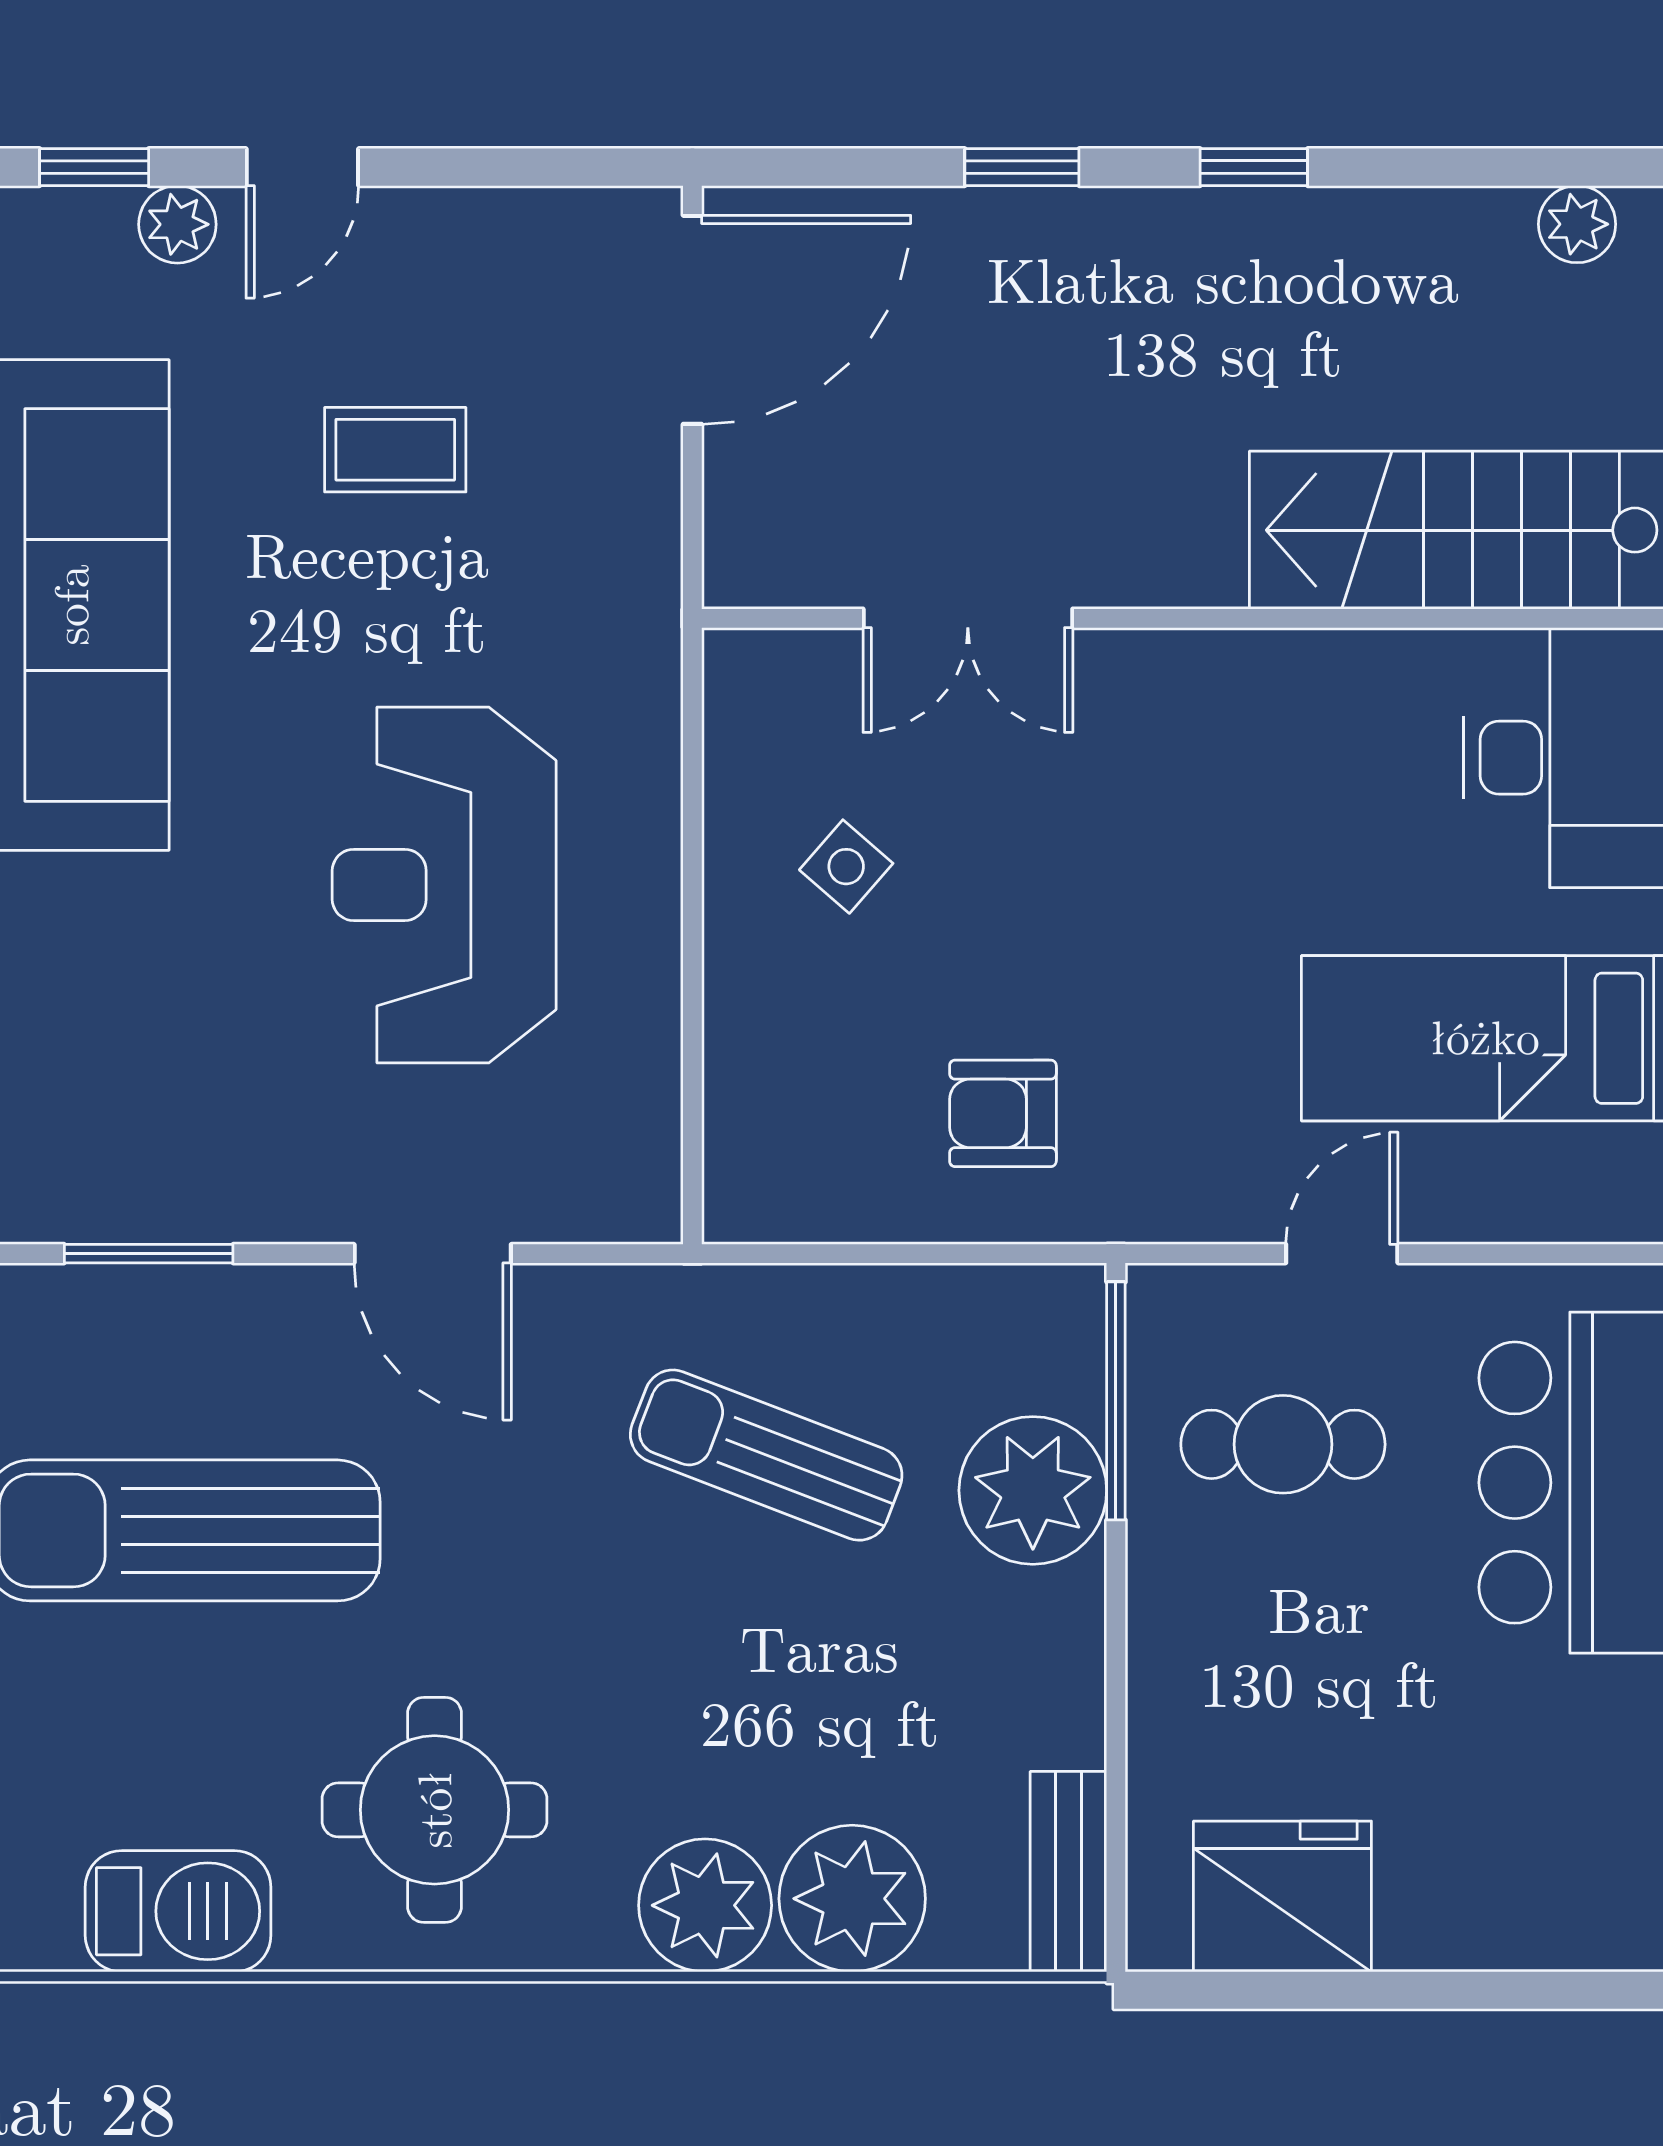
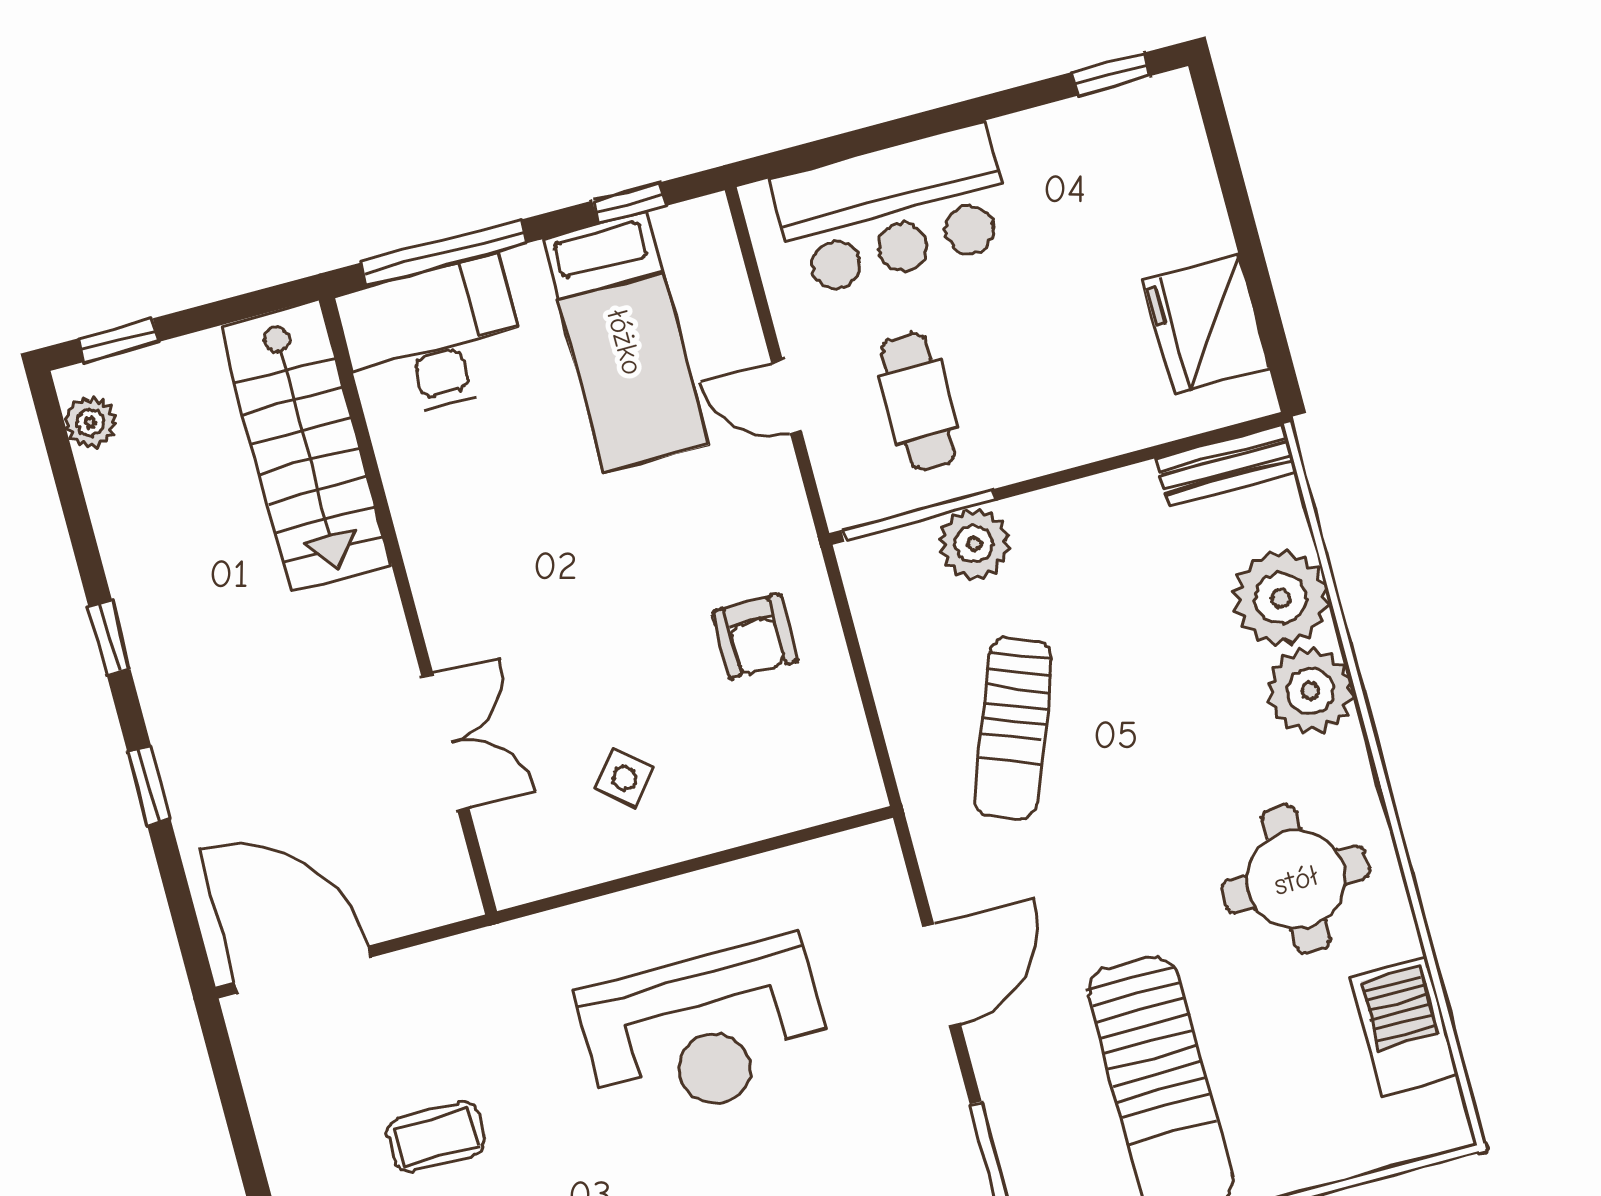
coffee table: (395, 450) -> (436, 1137), turned 90
plant: (1033, 1490) -> (974, 544), width x0.73, depth x0.73

